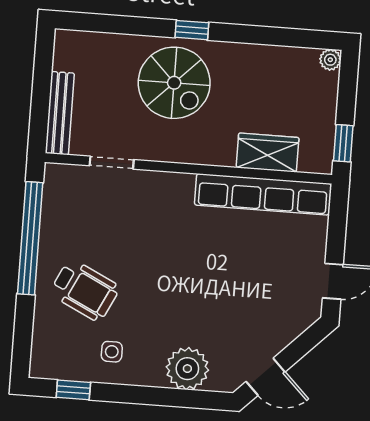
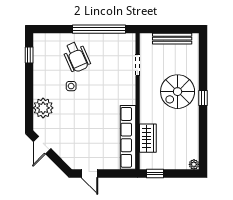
bench: (60, 113) -> (172, 39), moved
wheelchair: (85, 290) -> (76, 57), turned -50
side table: (112, 352) -> (71, 86), moved

